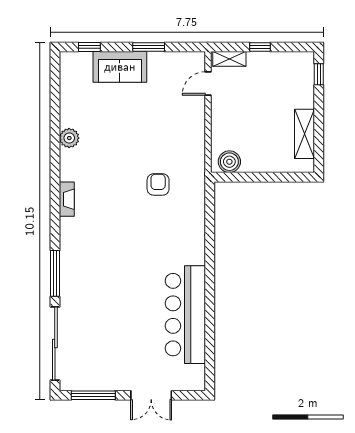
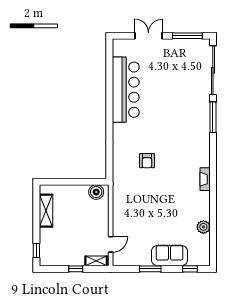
plant: (69, 138) -> (203, 227), moved
armchair: (158, 184) -> (147, 161), moved
fireplace: (67, 199) -> (205, 179), moved

